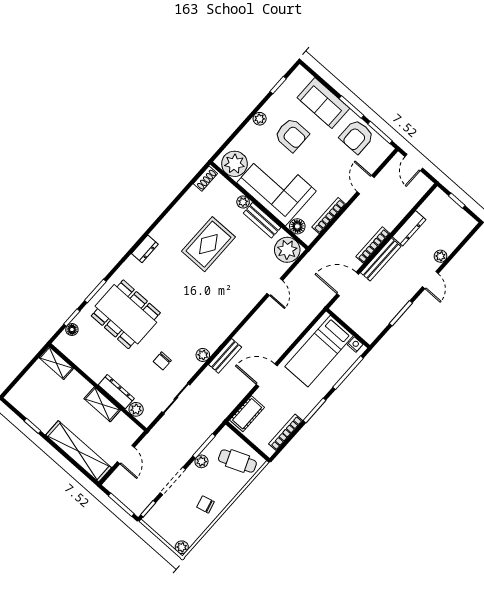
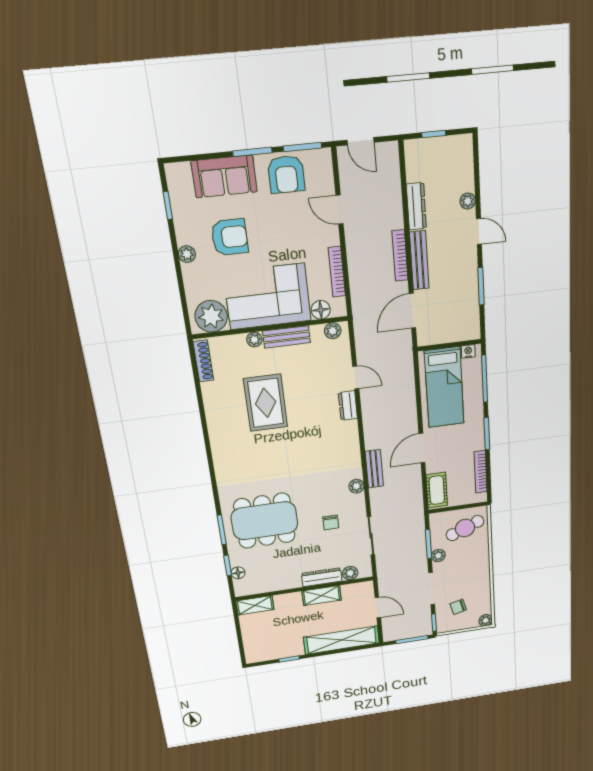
shoe rack: (205, 179) -> (203, 361), width x1.43
dresser: (145, 249) -> (348, 406), moved, turned 180
plant: (287, 250) -> (333, 331), width x0.53, depth x0.53
chair: (205, 504) -> (458, 607), moved

